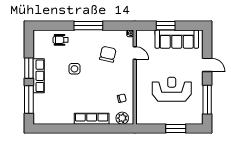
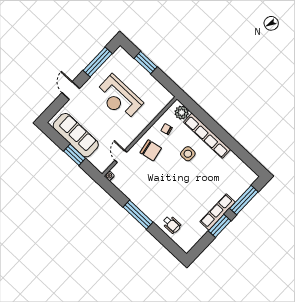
chair: (108, 54) -> (151, 150), moved, turned -114
side table: (74, 69) -> (188, 154), moved
row of seats: (92, 119) -> (207, 136), width x1.36

